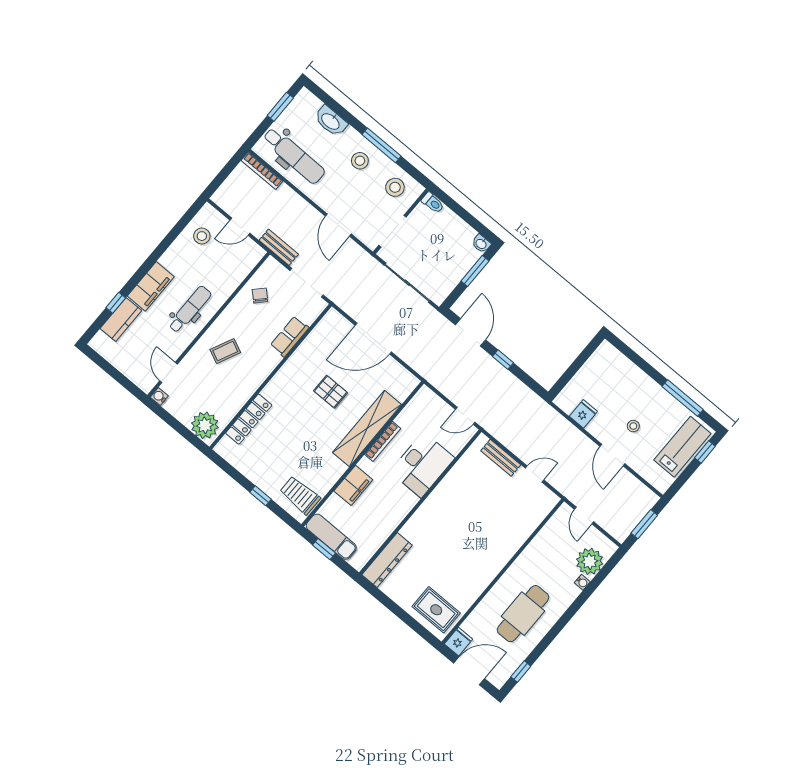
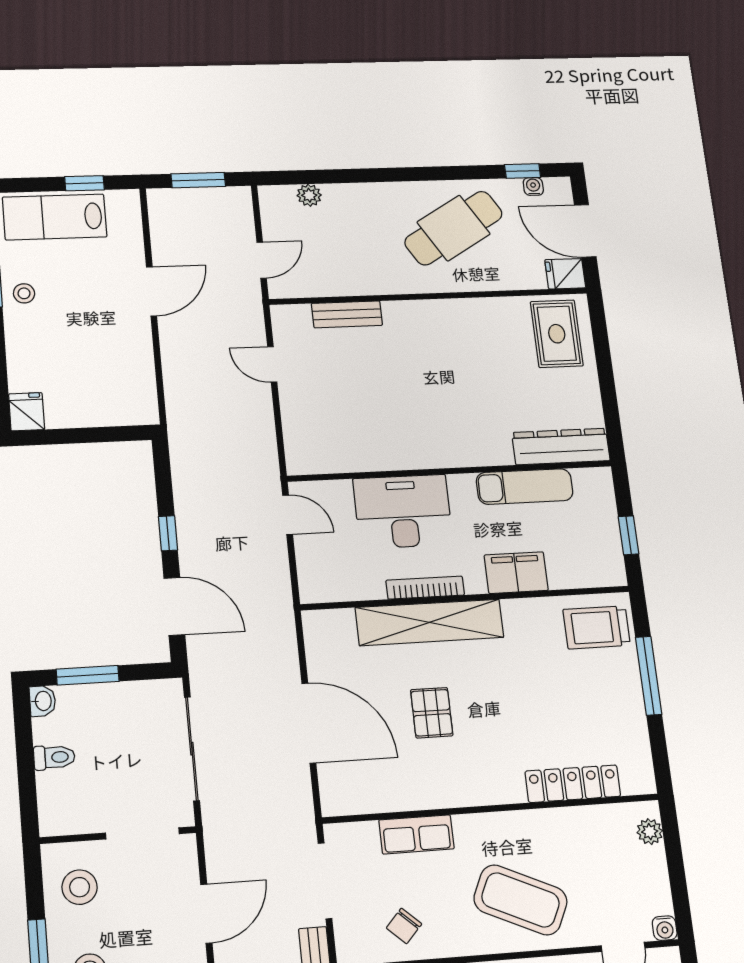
toilet: (433, 203) -> (54, 757), moved, turned 90
door: (470, 332) -> (174, 606), swing flipped
coffee table: (225, 351) -> (521, 900), width x1.86, depth x1.72
fridge: (583, 414) -> (27, 412), moved, turned 90
plant: (205, 425) -> (650, 832), width x0.53, depth x0.53
stool: (633, 426) -> (24, 293), moved
window: (705, 452) -> (85, 183), moved
bench: (501, 458) -> (347, 314), moved, turned 90
trolley: (300, 495) -> (597, 627), turned 90
window: (261, 496) -> (649, 676), width x2.17
exam couch: (331, 537) -> (525, 487), moved, turned -90
plant: (590, 561) -> (309, 195), width x0.53, depth x0.53
water cooler: (582, 582) -> (533, 186), moved
cafe table: (523, 614) -> (454, 228), turned -31

